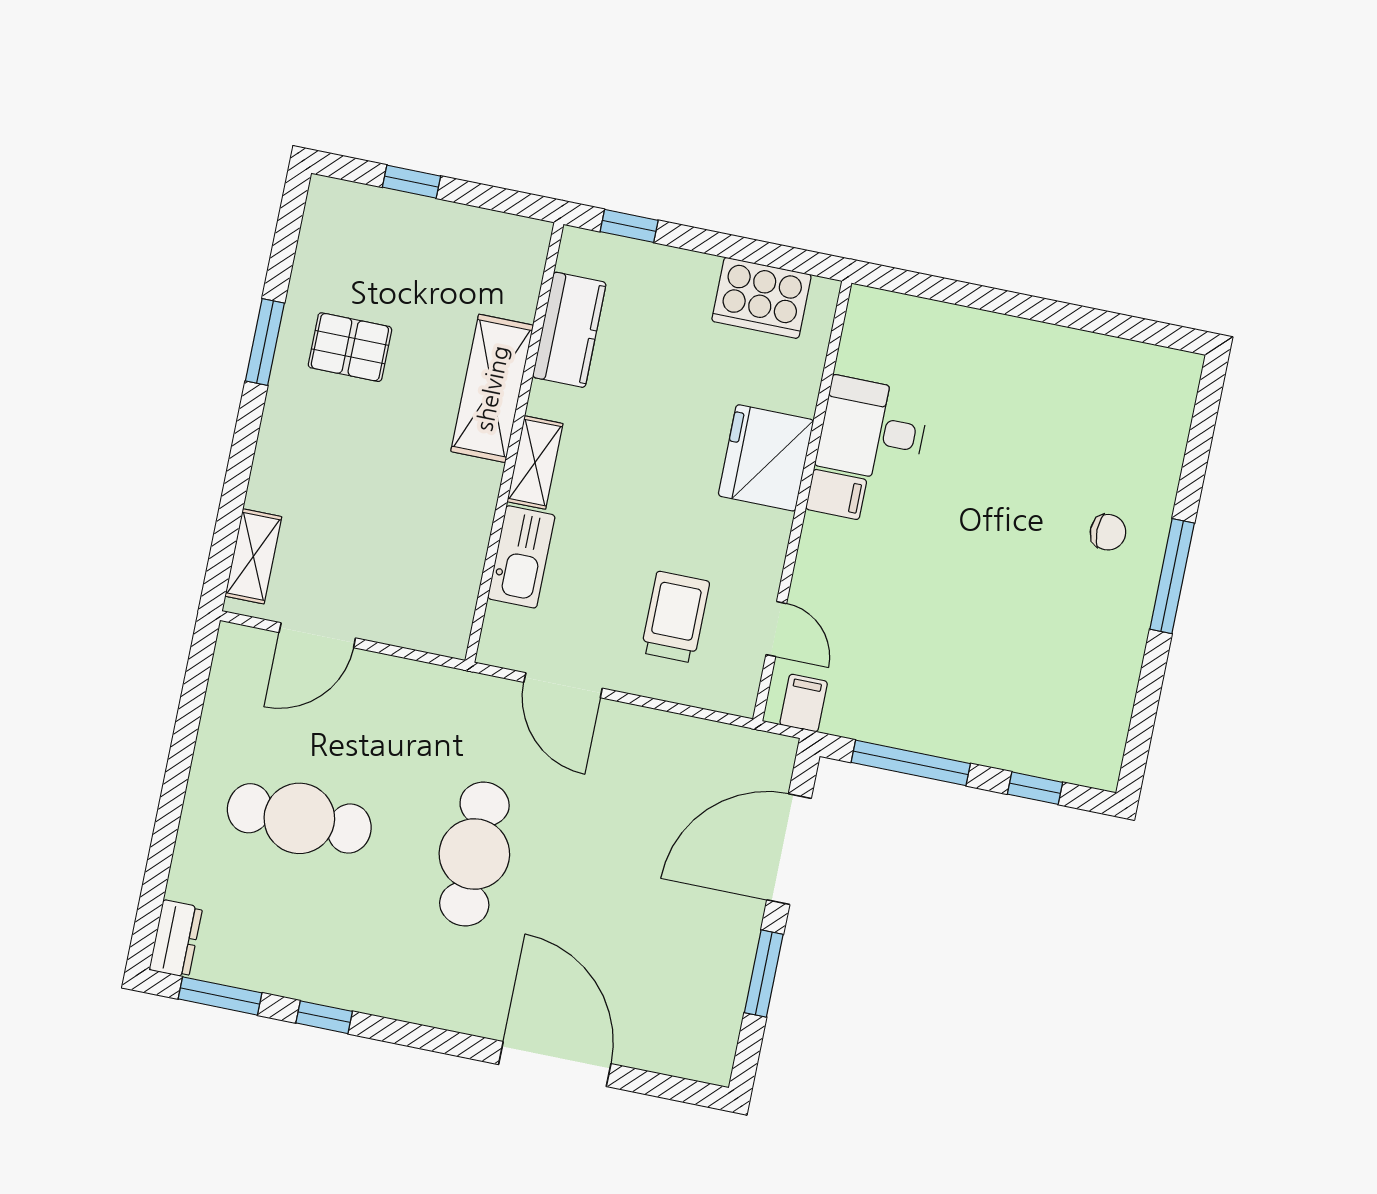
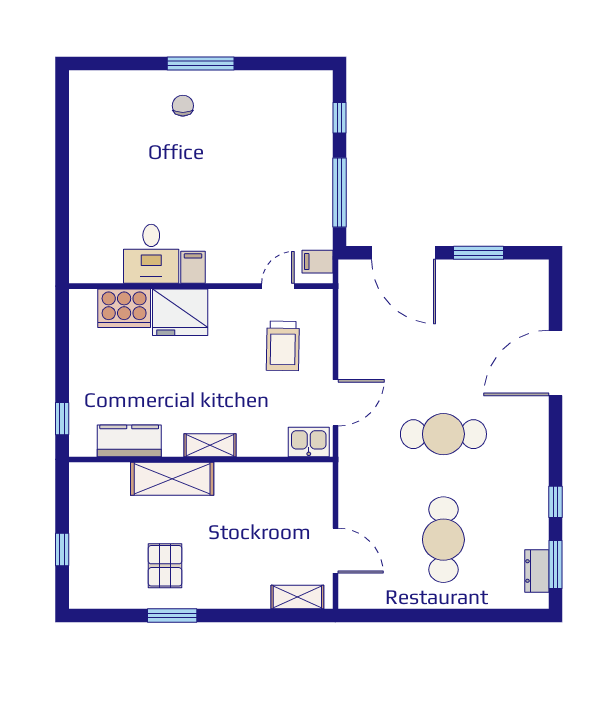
cooker: (761, 298) -> (124, 308), moved, turned 90
kitchen sink: (521, 557) -> (309, 442), moved, width x0.73
trolley: (675, 617) -> (283, 346), turned -89
dresser: (176, 939) -> (537, 571), moved, turned -90

